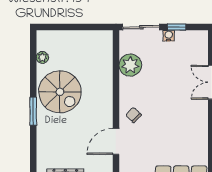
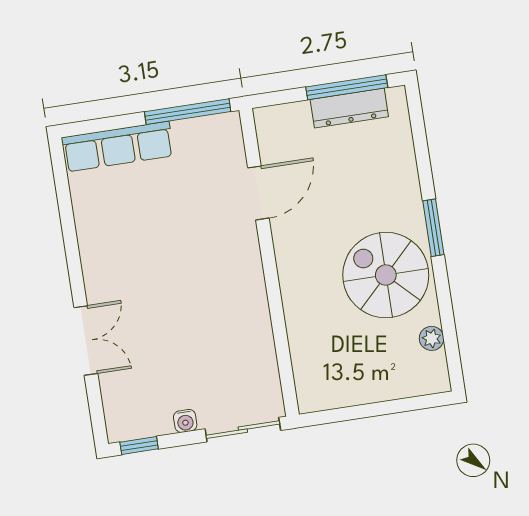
window: (177, 27) -> (139, 445), moved
plant: (130, 65) -> (253, 350), removed
chair: (134, 115) -> (231, 251), removed

